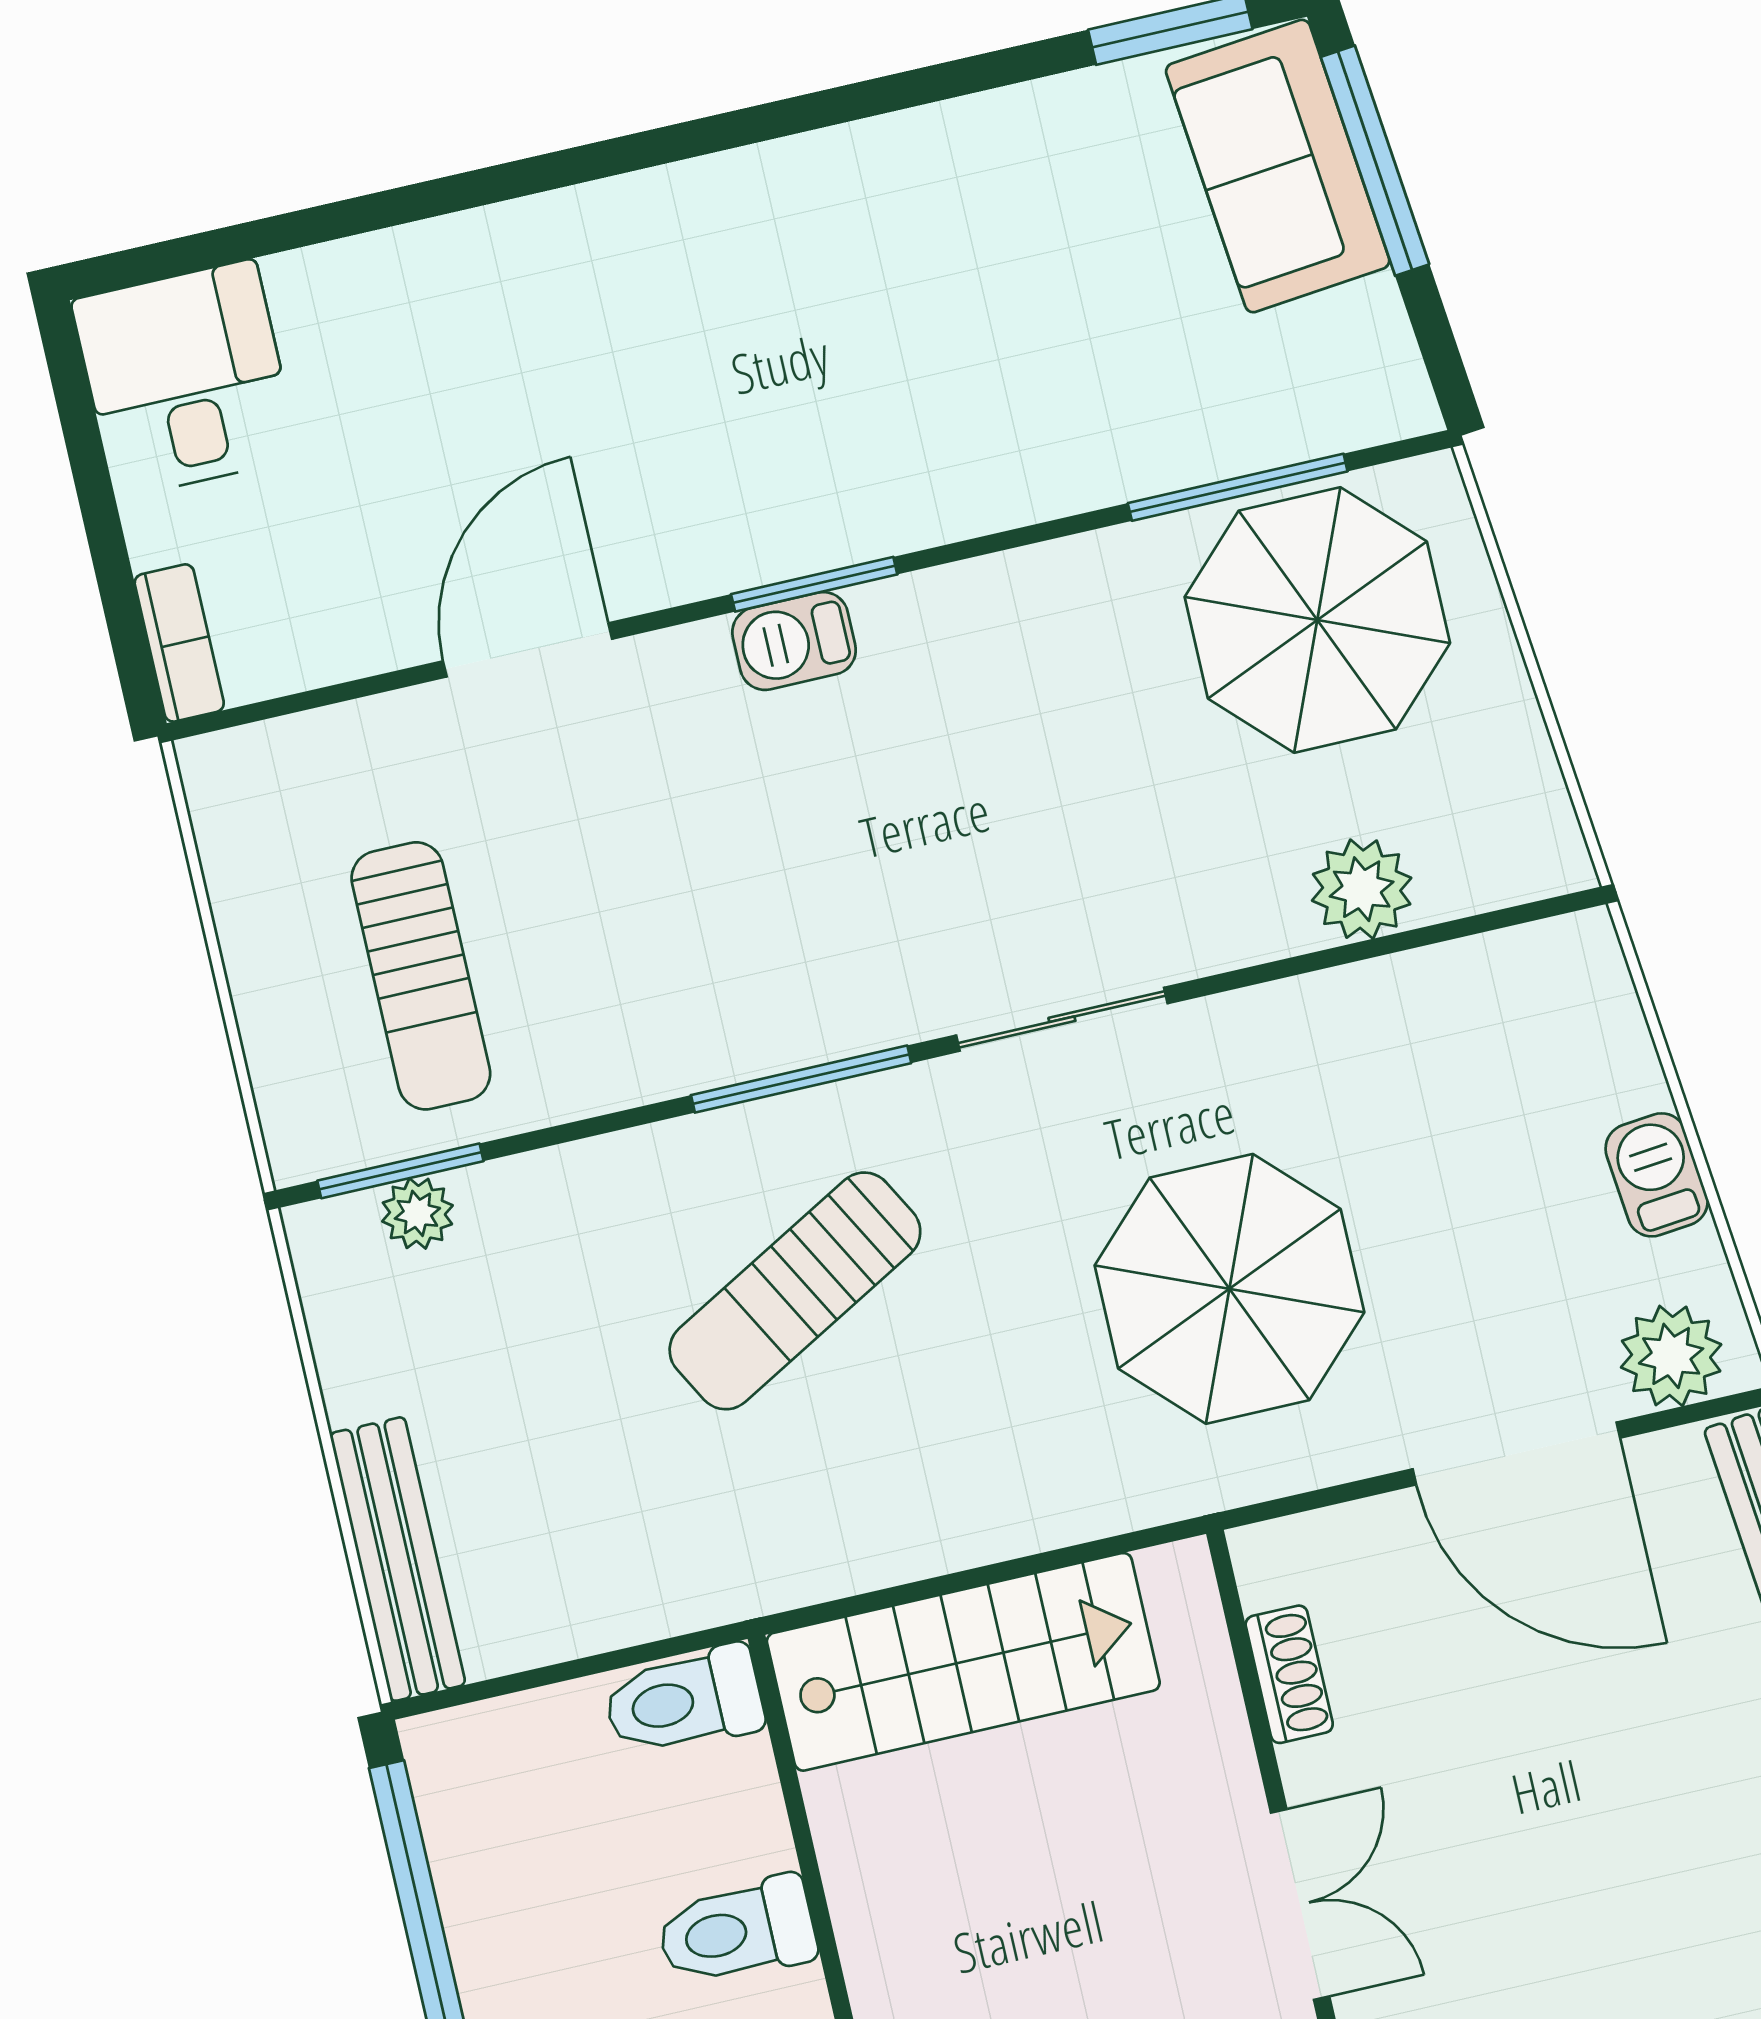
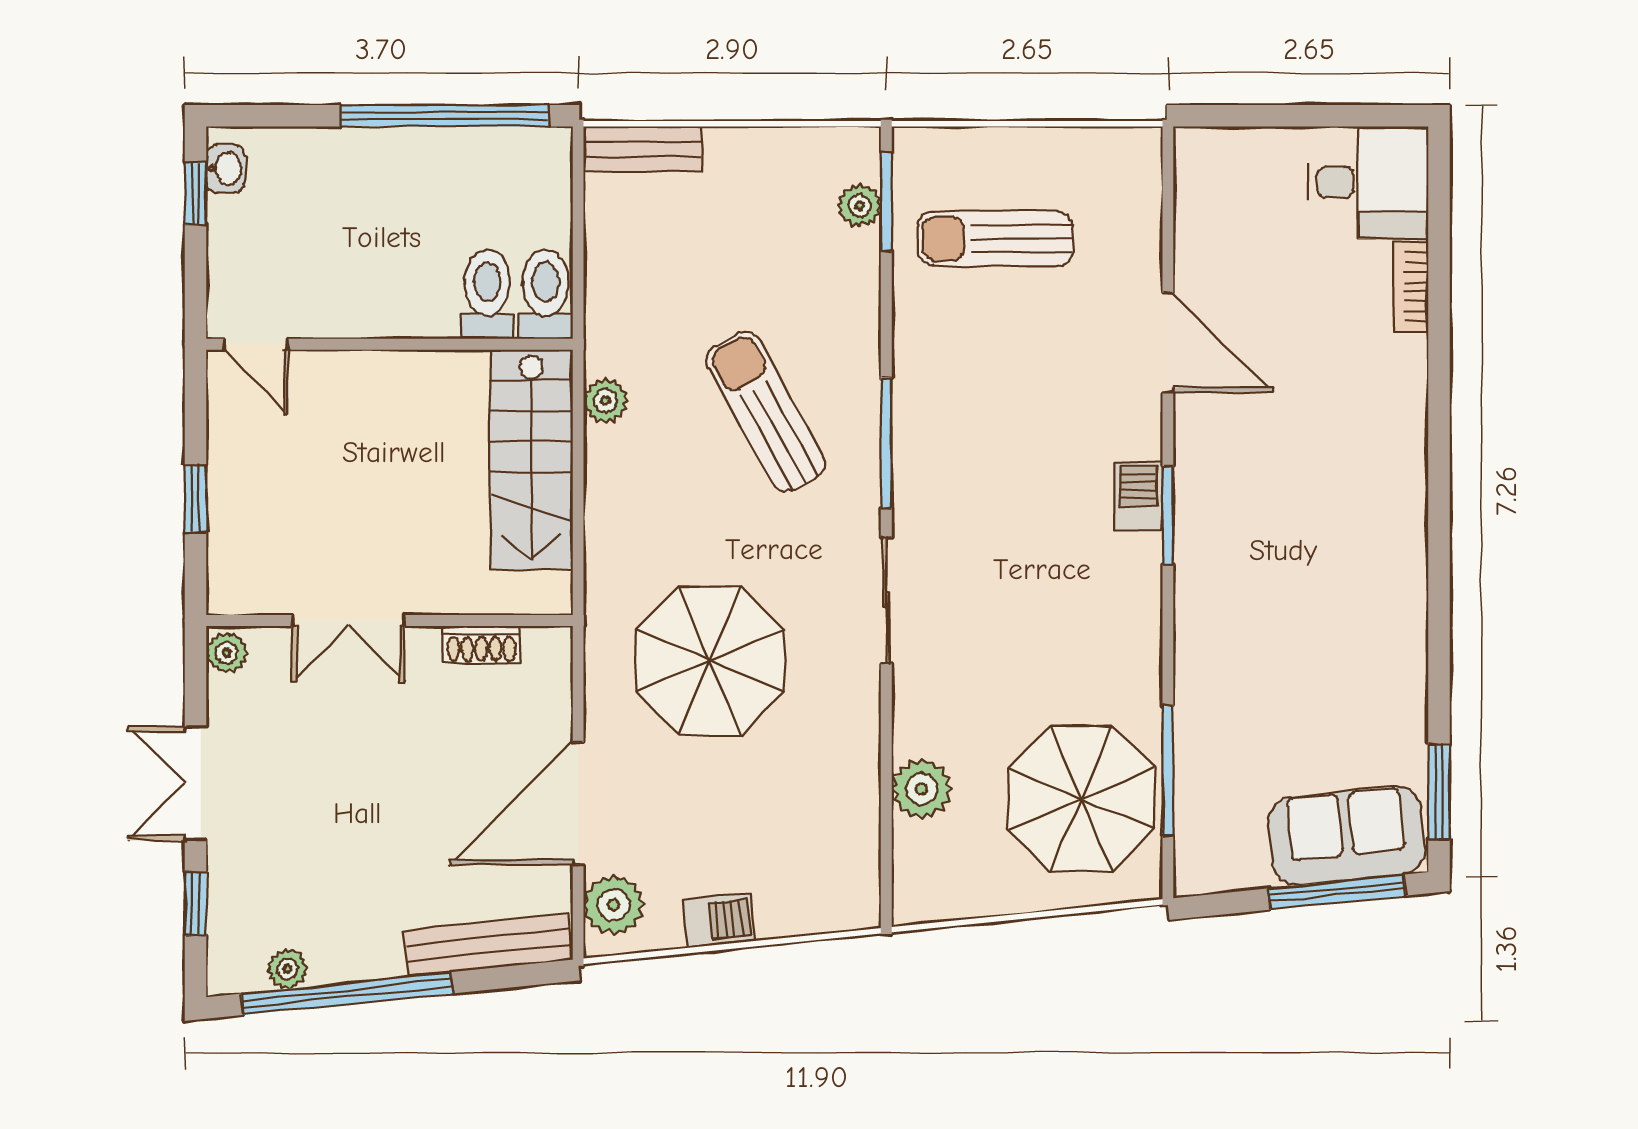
bookcase: (179, 643) -> (1411, 287), moved, turned 90
bench: (398, 1559) -> (643, 149), width x0.73
plant: (838, 1561) -> (606, 401), added
toilet: (737, 1931) -> (487, 294), moved

